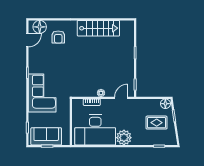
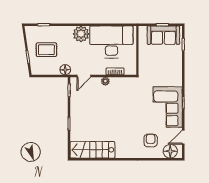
stairs: (98, 28) -> (93, 150), moved
corner sofa: (42, 93) -> (168, 107), moved
floor lamp: (165, 104) -> (65, 70), moved

